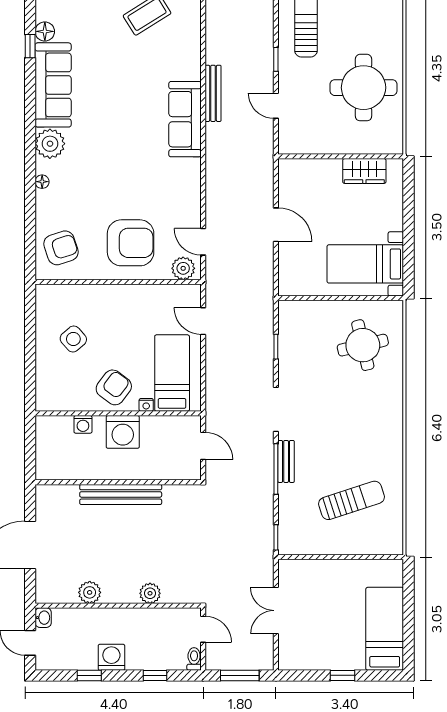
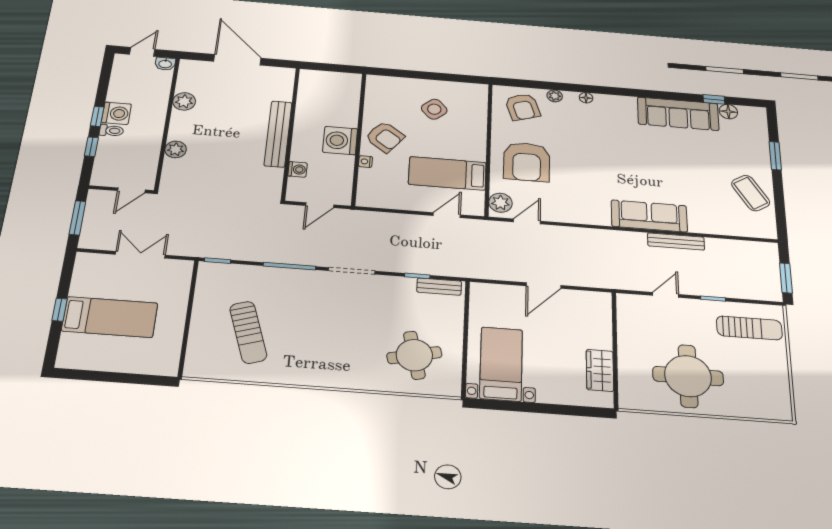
plant: (50, 144) -> (555, 96), moved, width x0.53, depth x0.53
bed: (172, 373) -> (447, 173), moved, turned 180
washing machine: (83, 424) -> (298, 169), moved, turned 180
bench: (286, 461) -> (439, 287), moved
bed: (385, 629) -> (110, 317), moved
toilet: (194, 659) -> (111, 131), moved
window: (89, 675) -> (97, 116), moved

